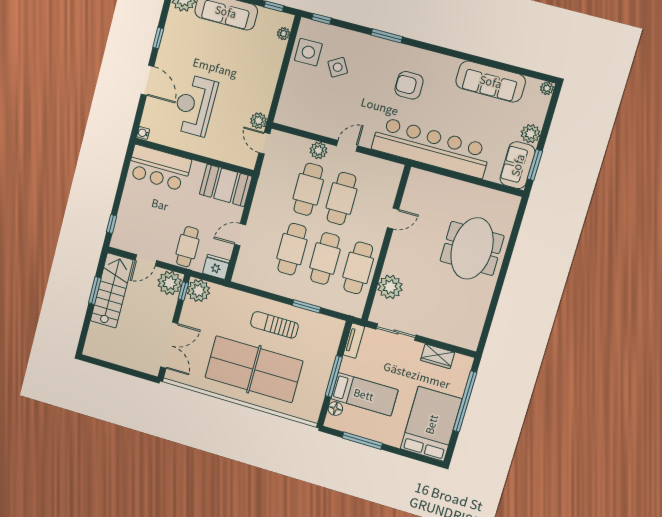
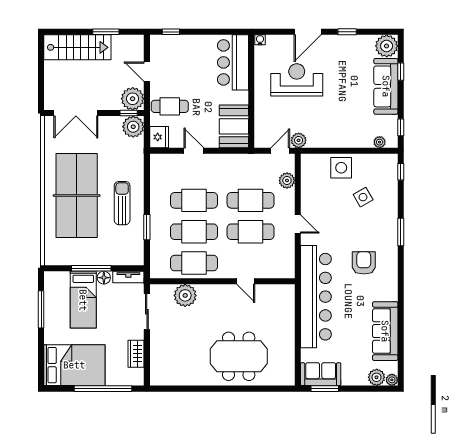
side table: (308, 52) -> (341, 168), moved
plant: (531, 134) -> (377, 377), moved
plant: (319, 150) -> (287, 180), moved
stairs: (112, 290) -> (77, 47), moved
floor lamp: (335, 409) -> (104, 278), moved

